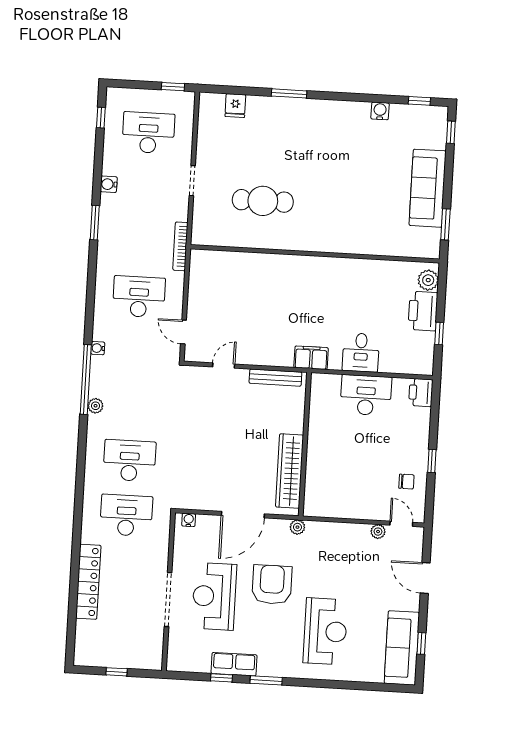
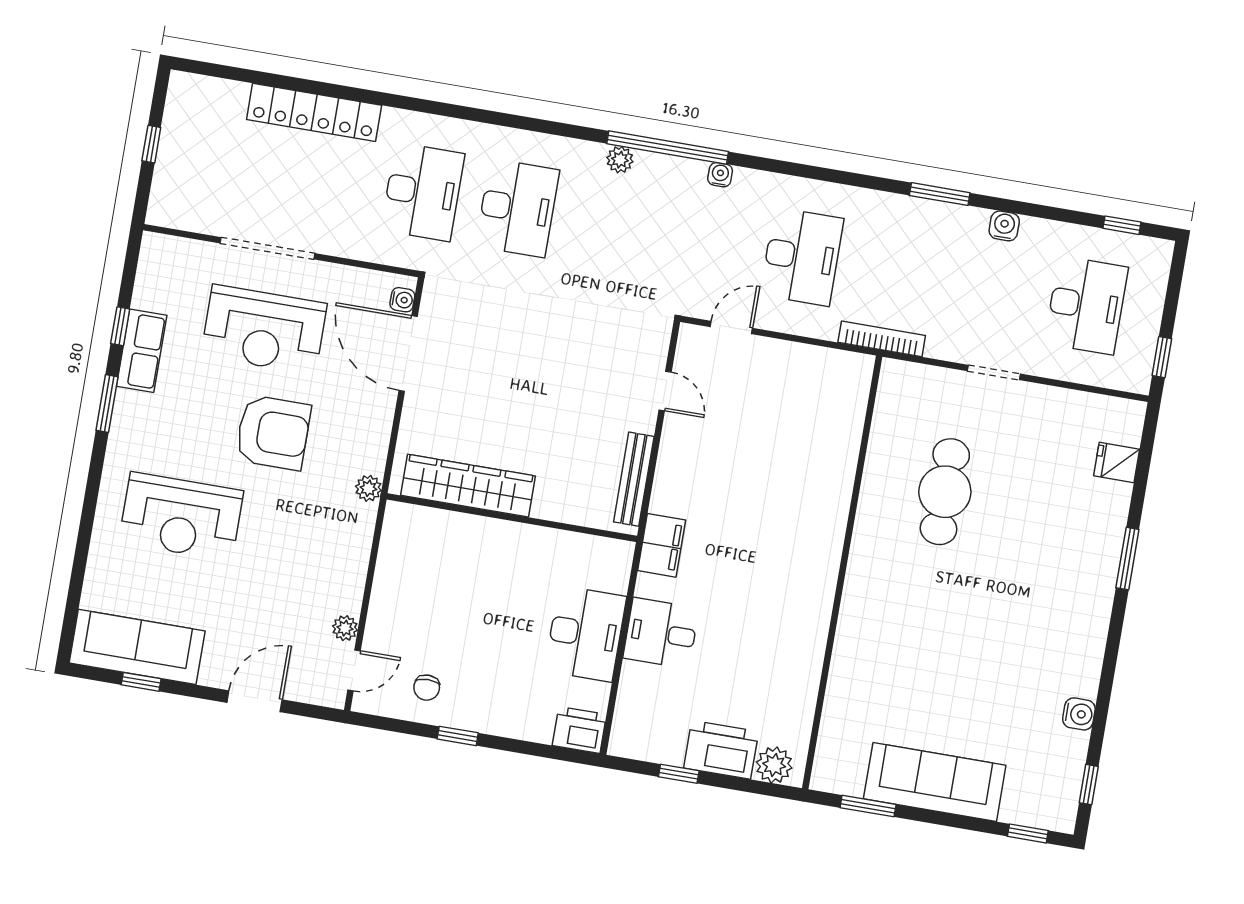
door: (243, 515) -> (408, 354), moved
reception desk: (214, 596) -> (264, 330), turned 180

